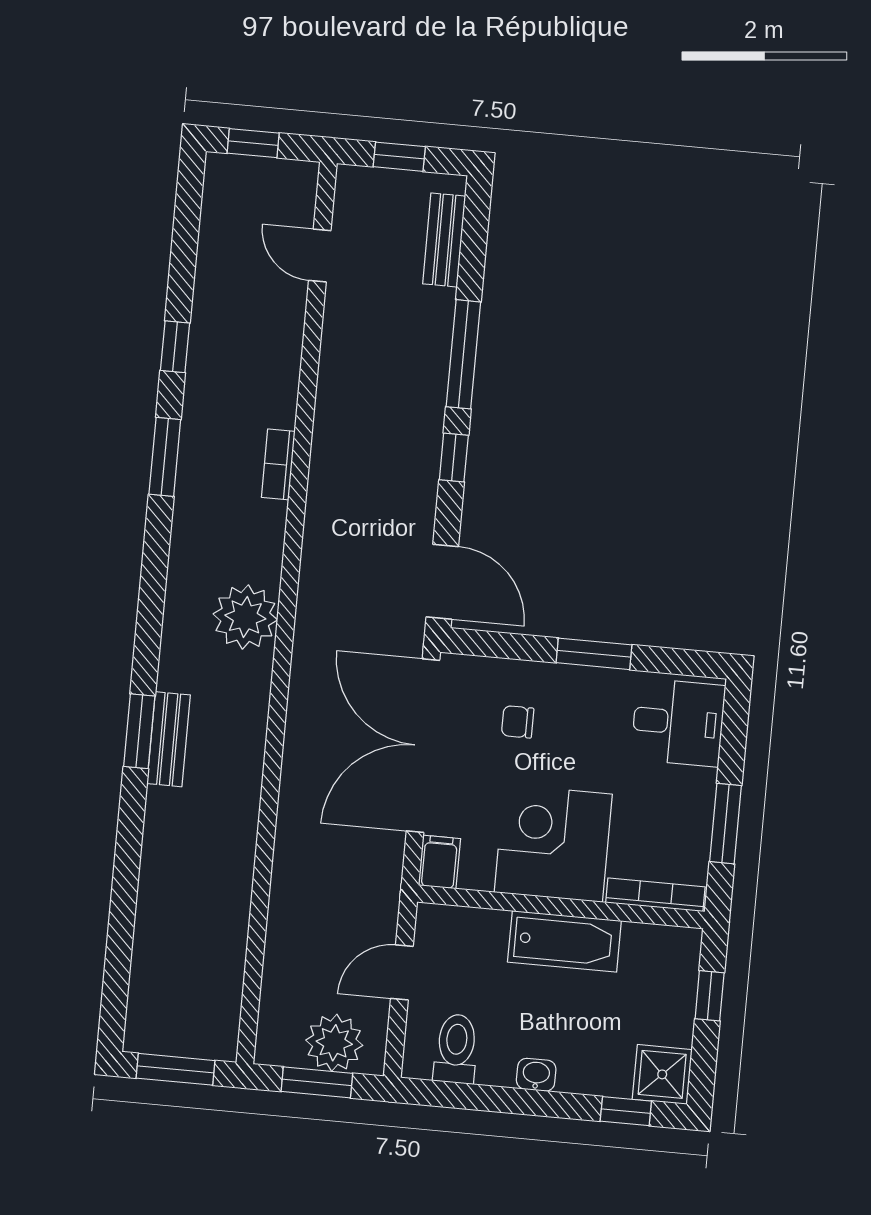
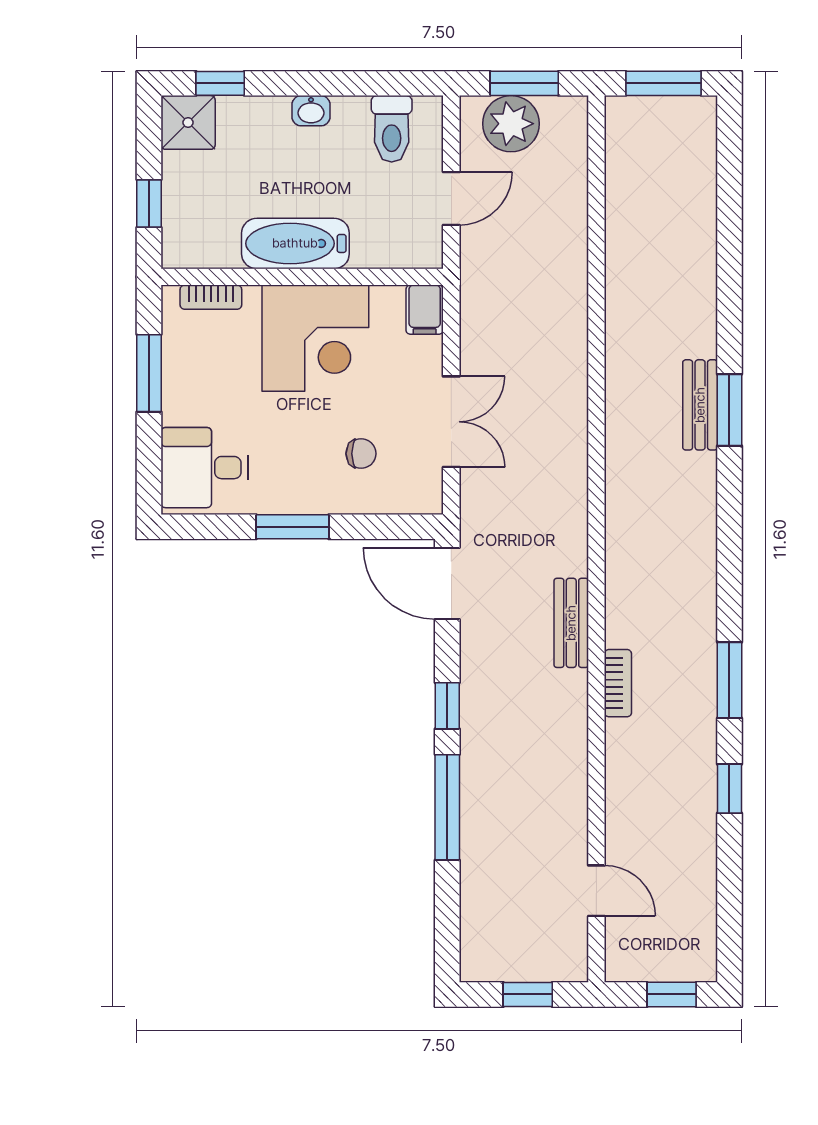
bench: (444, 240) -> (571, 623), moved
plant: (245, 617) -> (636, 531), removed
double door: (423, 746) -> (451, 422), width x0.54
bookcase: (655, 895) -> (211, 297), width x0.64

